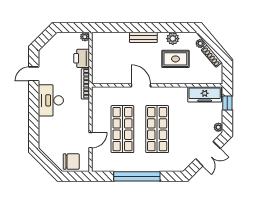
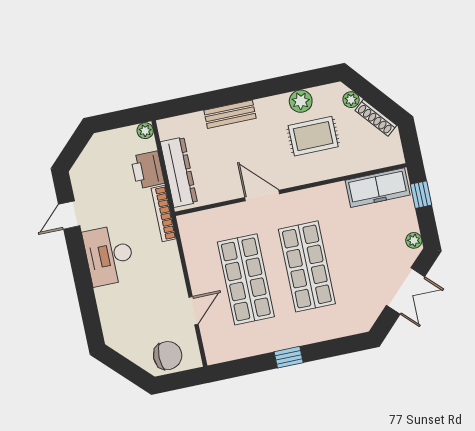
bench: (143, 37) -> (230, 114), moved
dresser: (98, 63) -> (179, 172), added
window: (137, 176) -> (289, 357), width x0.32

